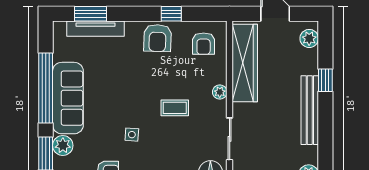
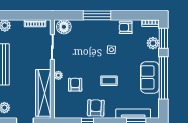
armchair: (204, 44) -> (75, 85), moved
sofa: (68, 98) -> (150, 77), width x0.73
coffee table: (175, 108) -> (109, 81), moved

